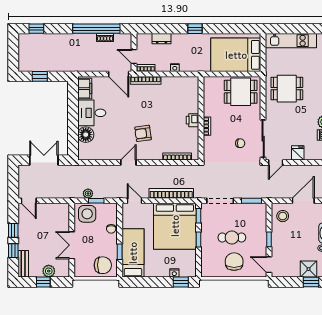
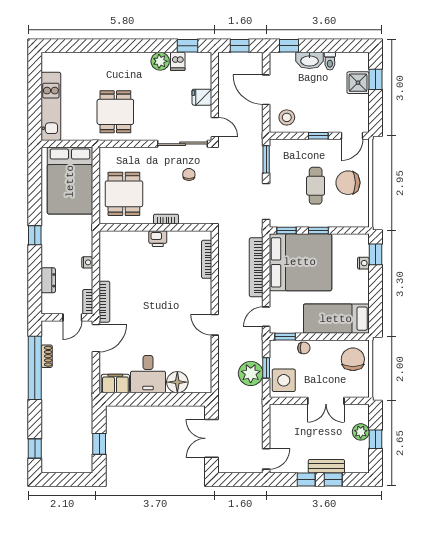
dining table: (241, 92) -> (124, 194), moved
armchair: (143, 133) -> (176, 305), removed
plant: (88, 193) -> (251, 373), width x1.88, depth x1.88
window: (120, 252) -> (285, 337), moved
bench: (23, 264) -> (326, 466), moved

